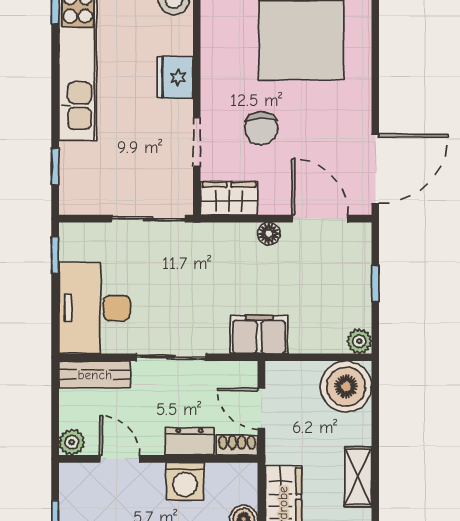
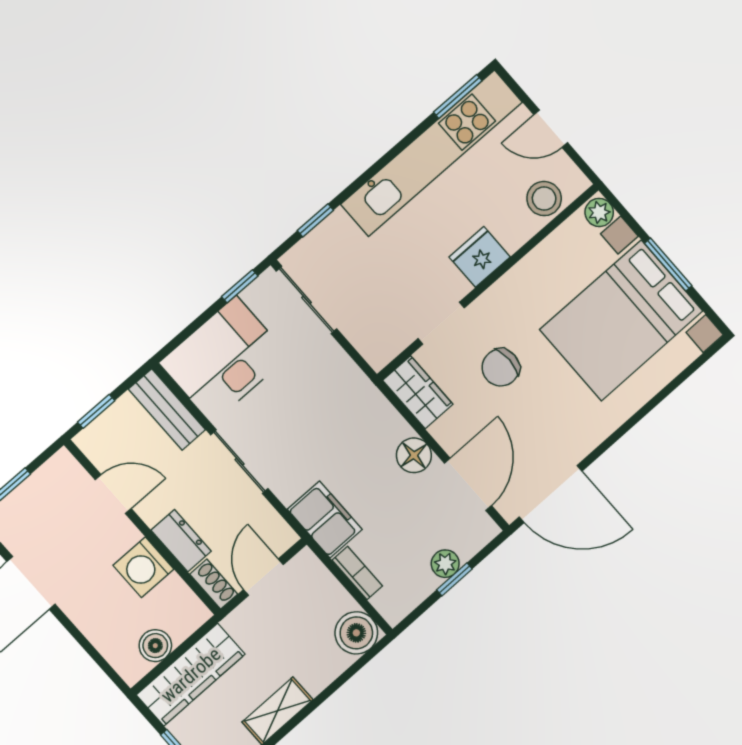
sliding door: (148, 219) -> (307, 300), moved
floor lamp: (269, 234) -> (414, 455), width x1.37, depth x1.37
plant: (359, 341) -> (445, 564), moved
bookcase: (314, 344) -> (357, 573), added
boiler: (346, 387) -> (356, 633), width x0.73, depth x0.73
window: (55, 422) -> (96, 411), added
plant: (72, 442) -> (91, 441), removed
door: (120, 459) -> (113, 494), hinge flipped

